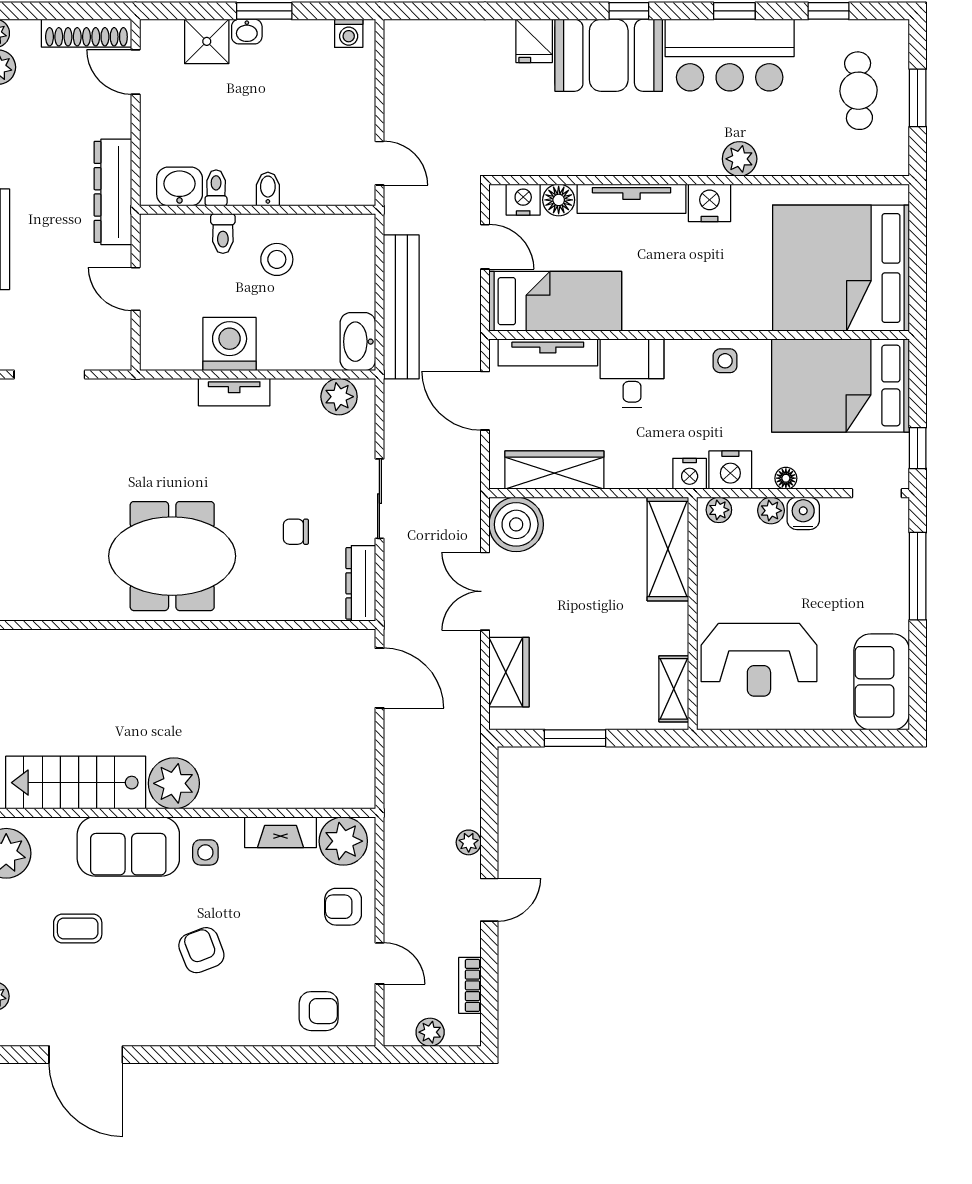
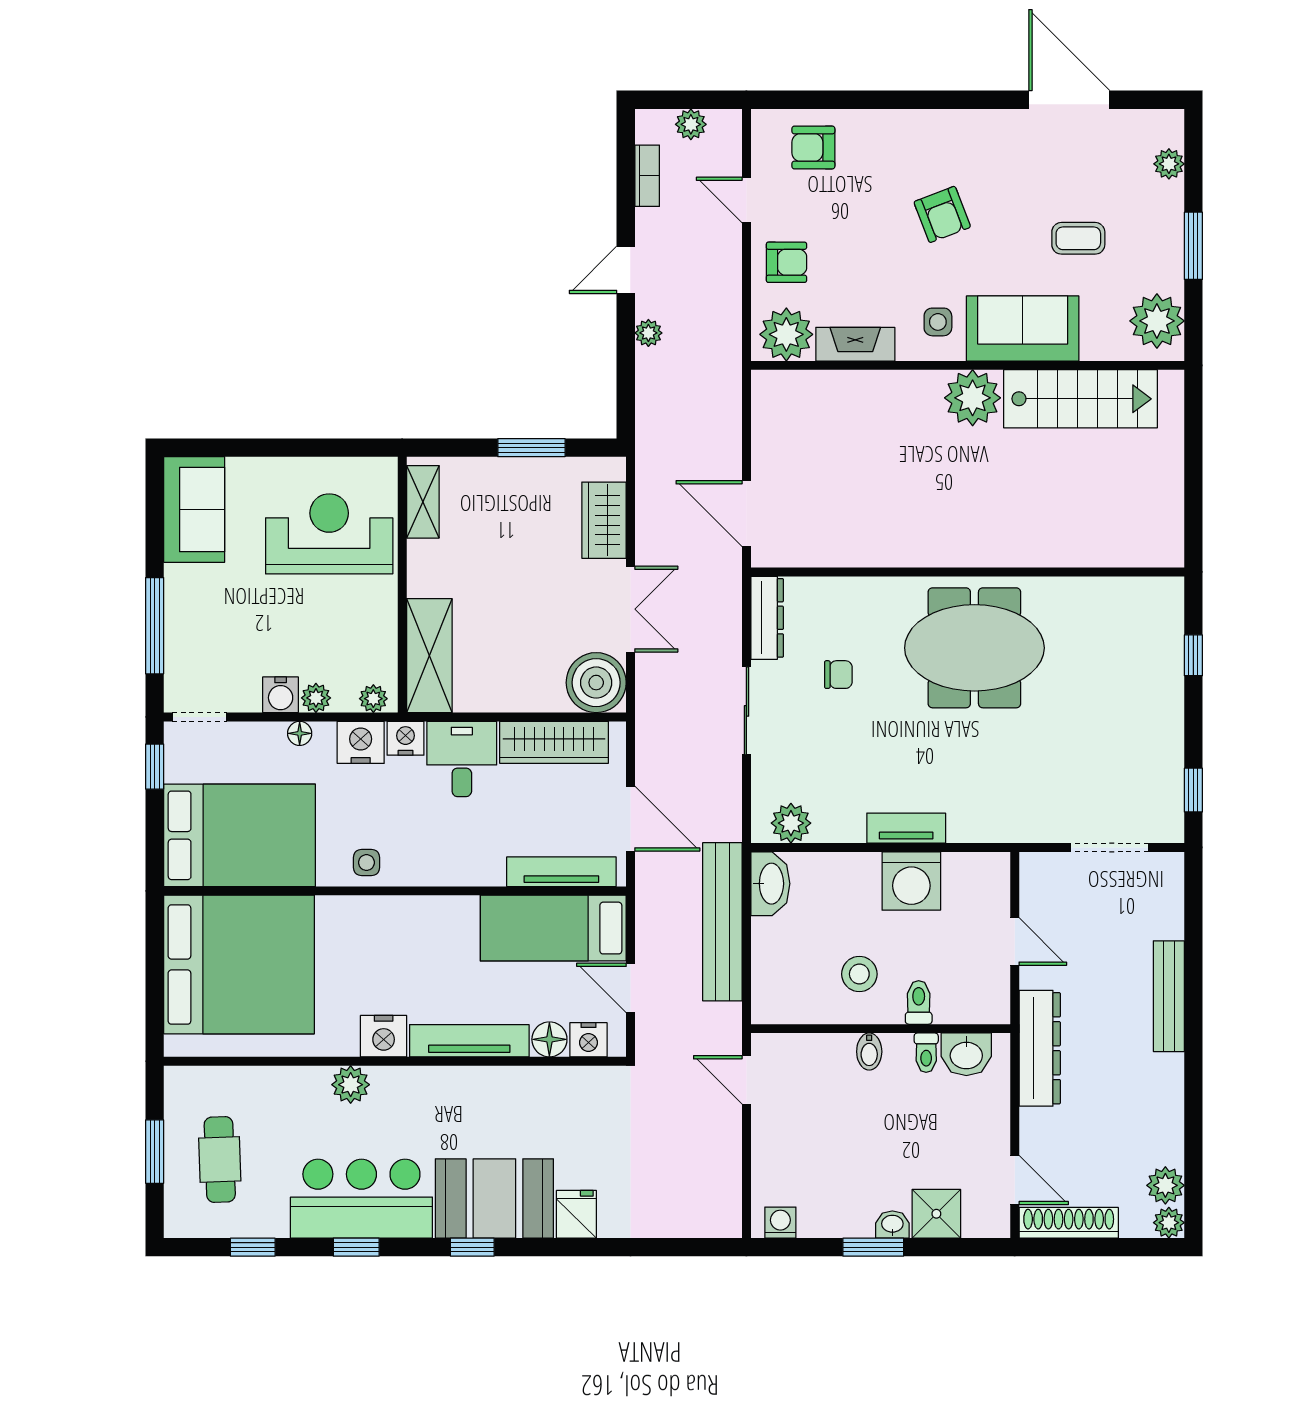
desk: (632, 373) -> (462, 759), moved, turned 180

